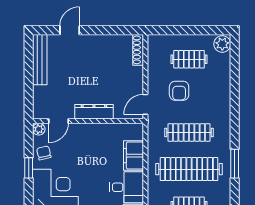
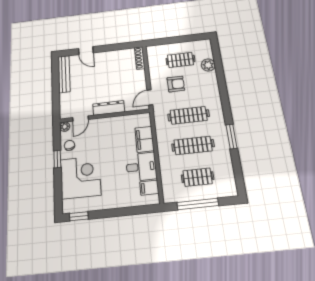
door: (70, 30) -> (86, 51), swing flipped
plant: (222, 44) -> (208, 65), moved
armchair: (179, 91) -> (176, 84), turned -90
clothes rail: (189, 169) -> (193, 145), width x0.73, depth x0.76

